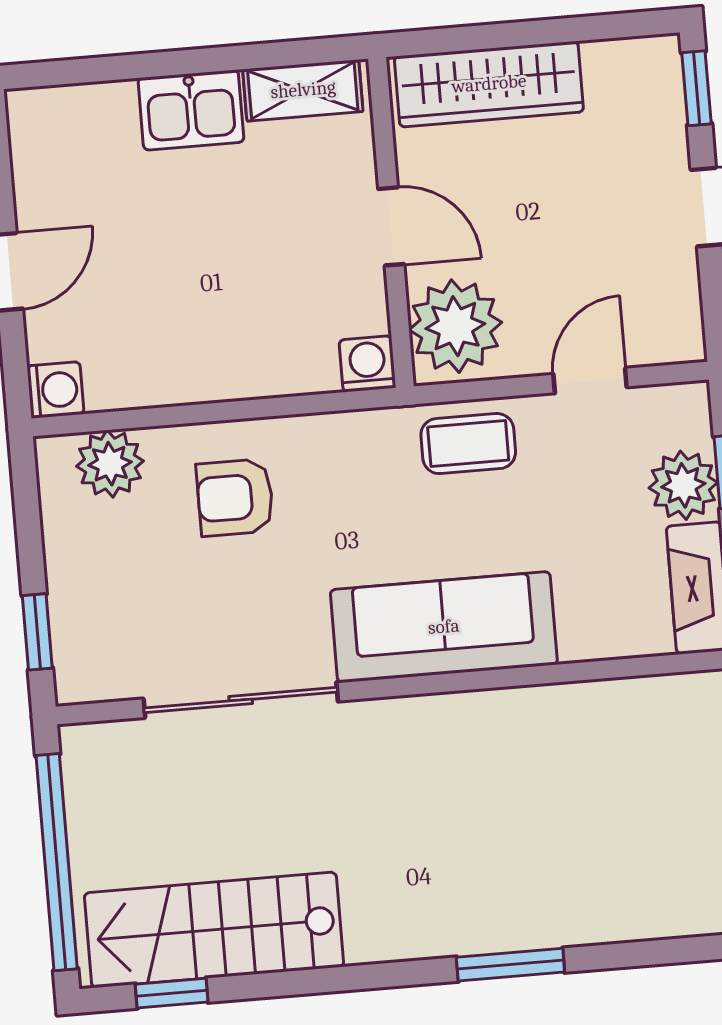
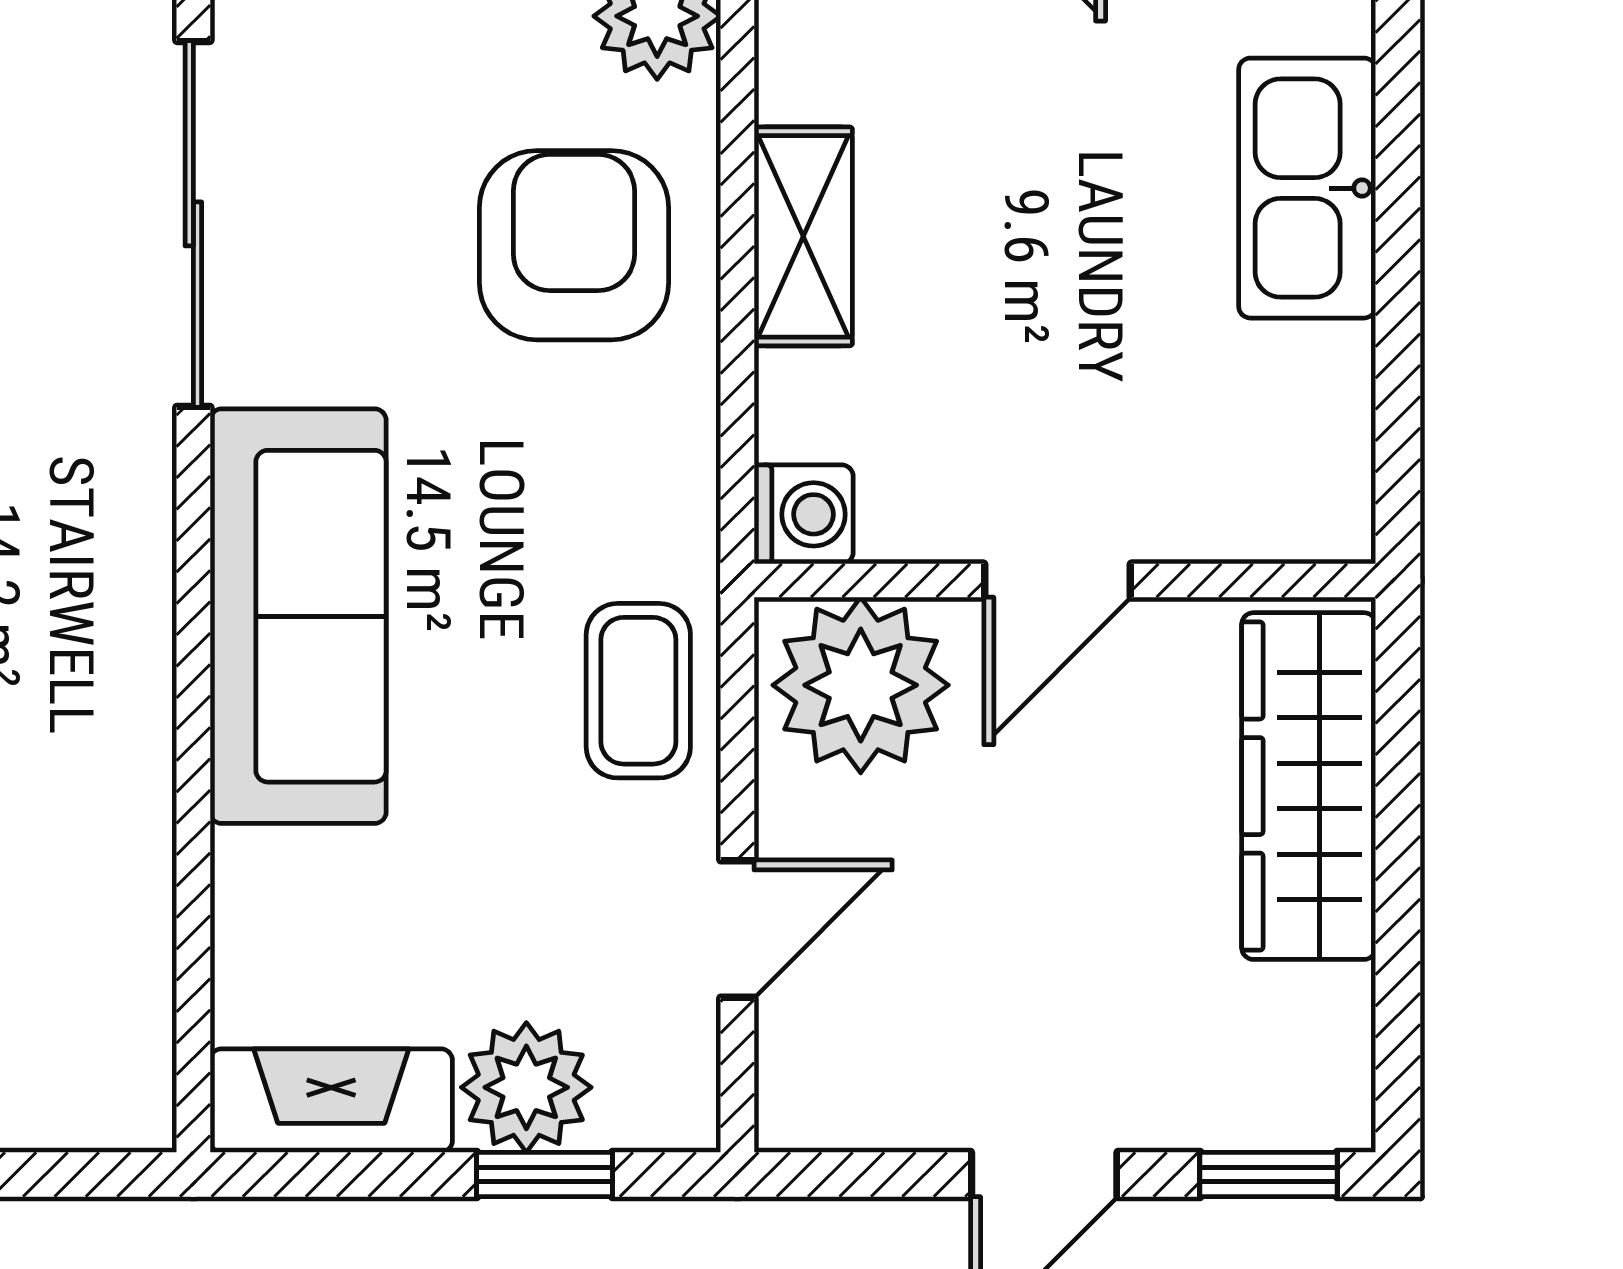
shelving: (303, 90) -> (803, 236), moved
kitchen sink: (191, 110) -> (1307, 188), width x1.38
door: (590, 381) -> (737, 929), hinge flipped
armchair: (235, 497) -> (574, 245), width x1.38, depth x1.38

